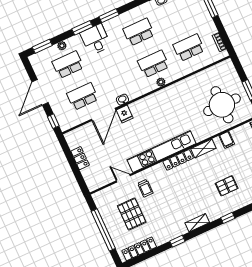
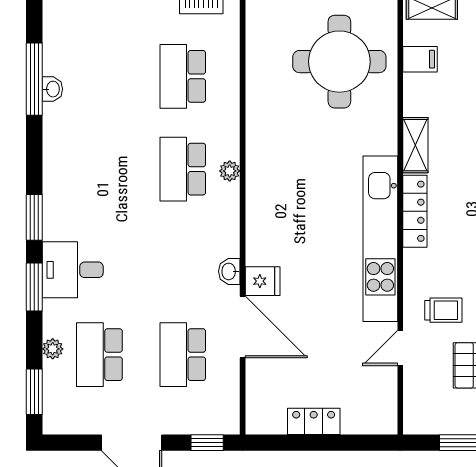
school desk: (139, 32) -> (99, 169), removed
filing cabinet: (227, 140) -> (420, 59), moved

